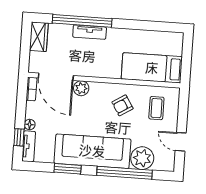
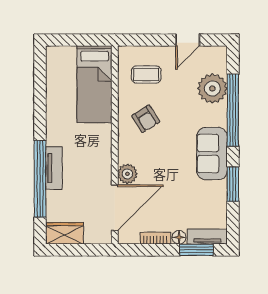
bookcase: (31, 89) -> (155, 238), moved
window: (19, 137) -> (197, 250), width x1.50
sofa: (92, 151) -> (212, 154), width x0.54, depth x0.79

